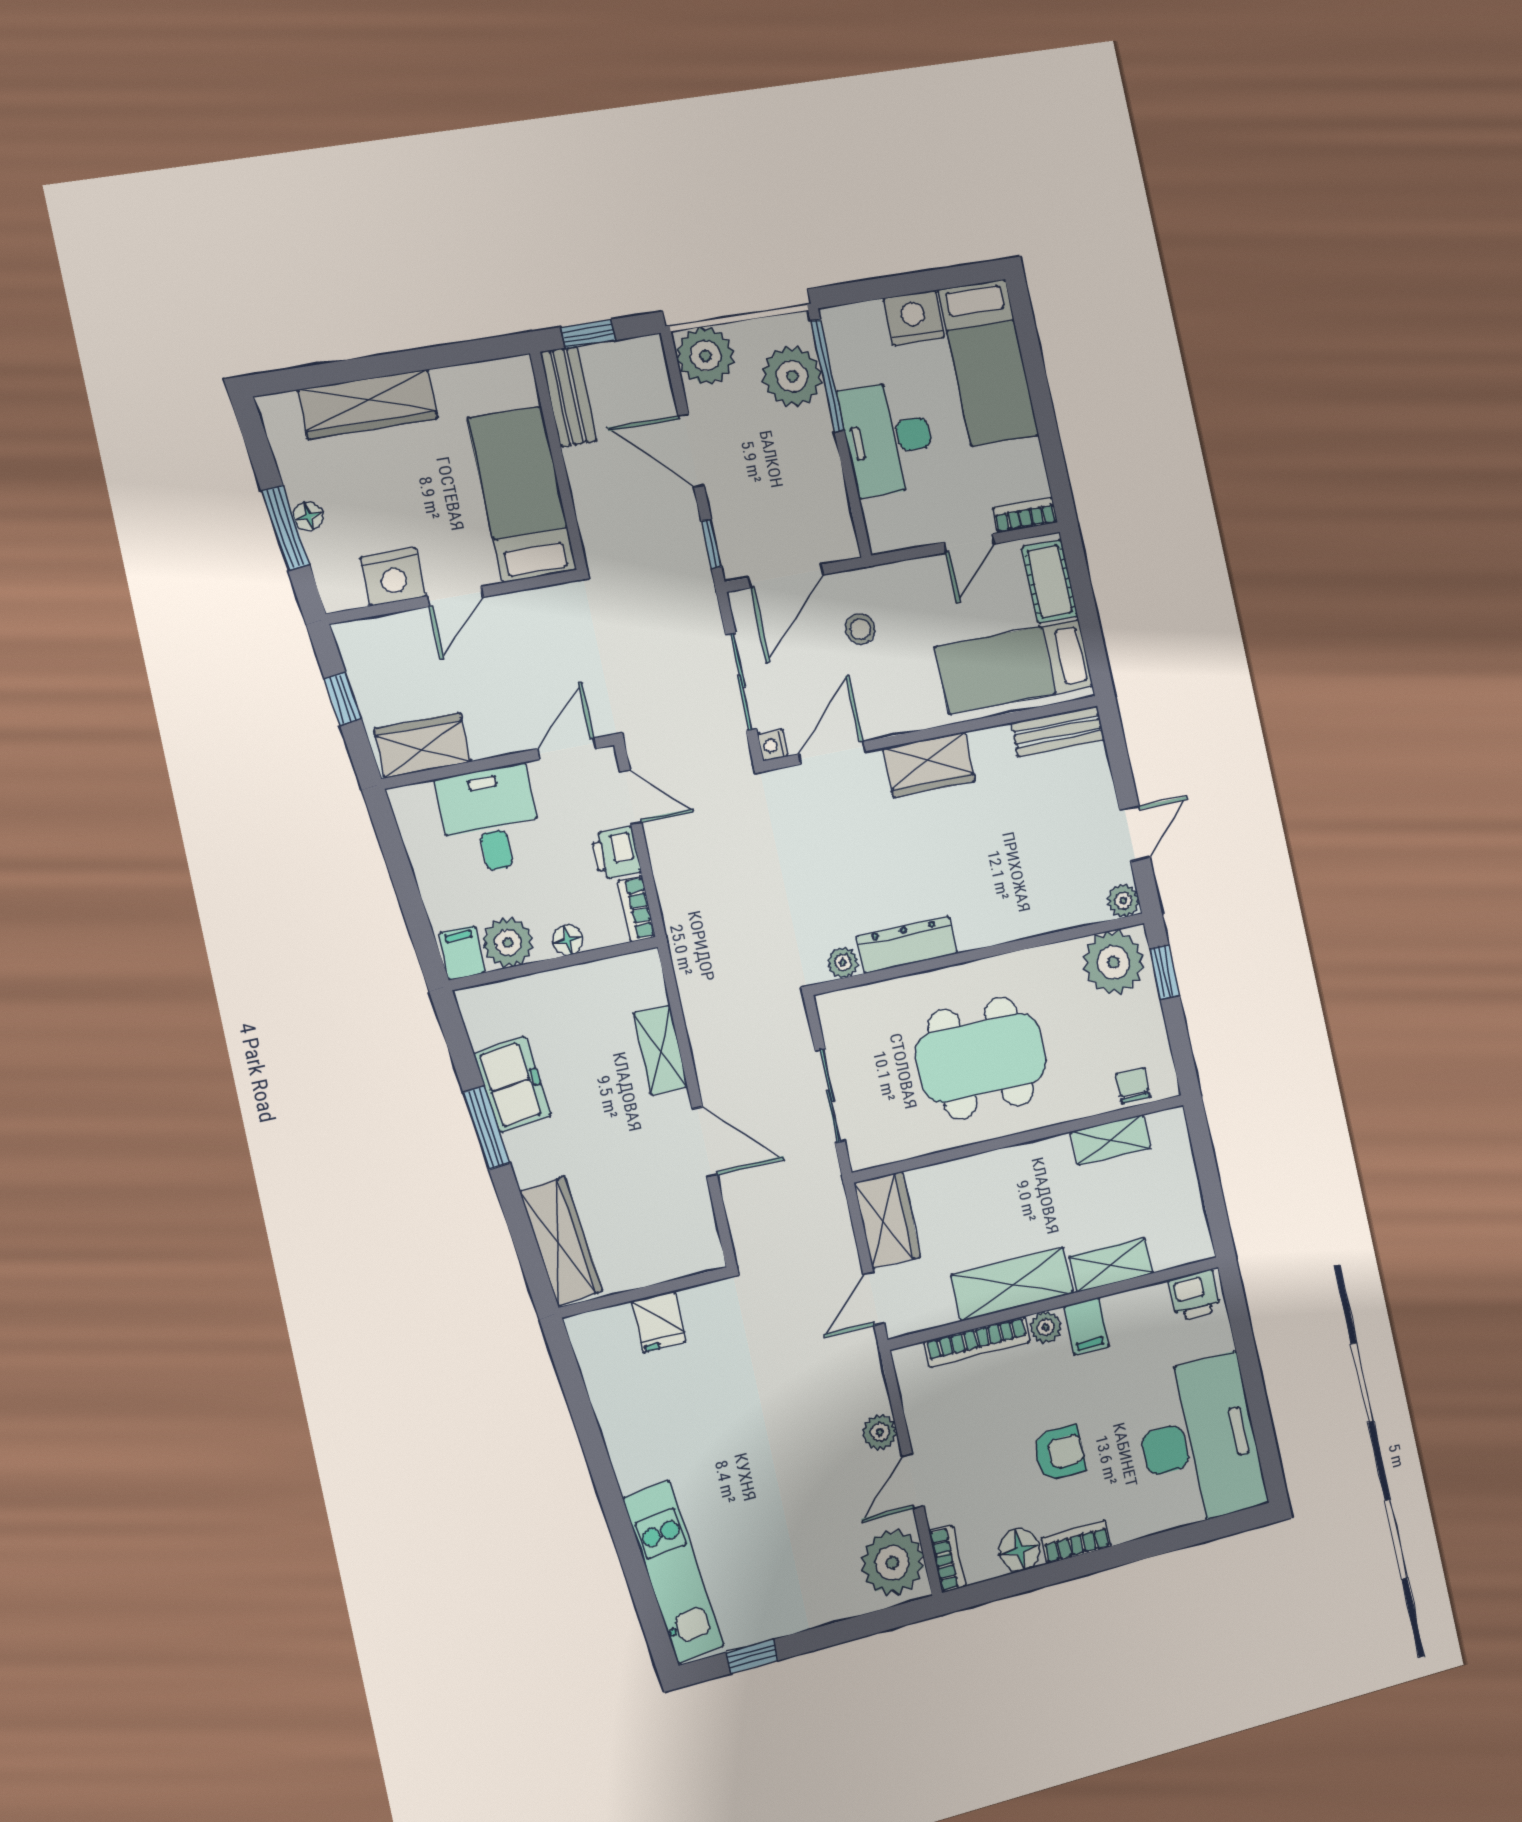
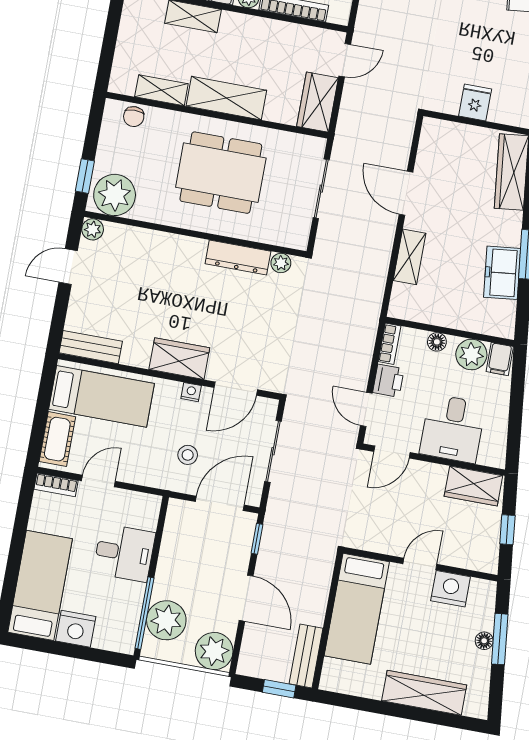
desk: (888, 438) -> (124, 553), width x0.73
nightstand: (773, 745) -> (191, 392), moved, turned -90
shelving: (1012, 1284) -> (226, 98), moved

